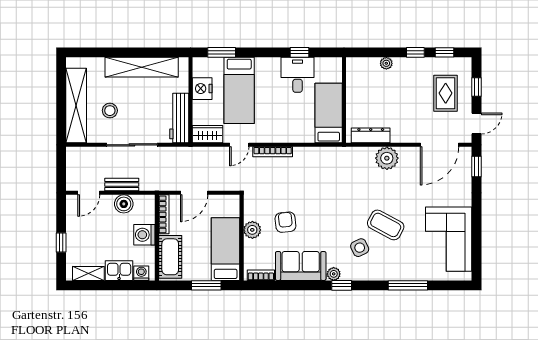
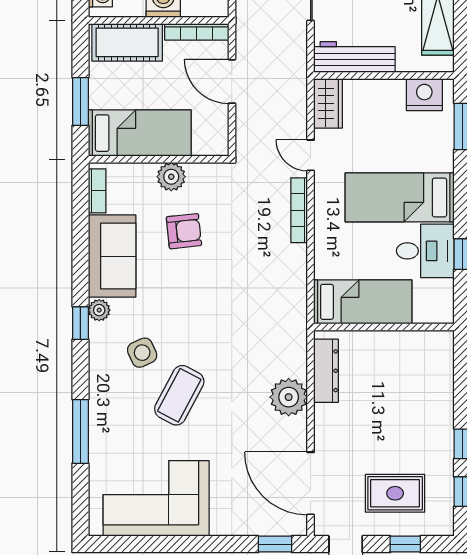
plant: (386, 63) -> (444, 396), removed
nightstand: (202, 89) -> (424, 95), moved
bed: (239, 90) -> (400, 197), moved

